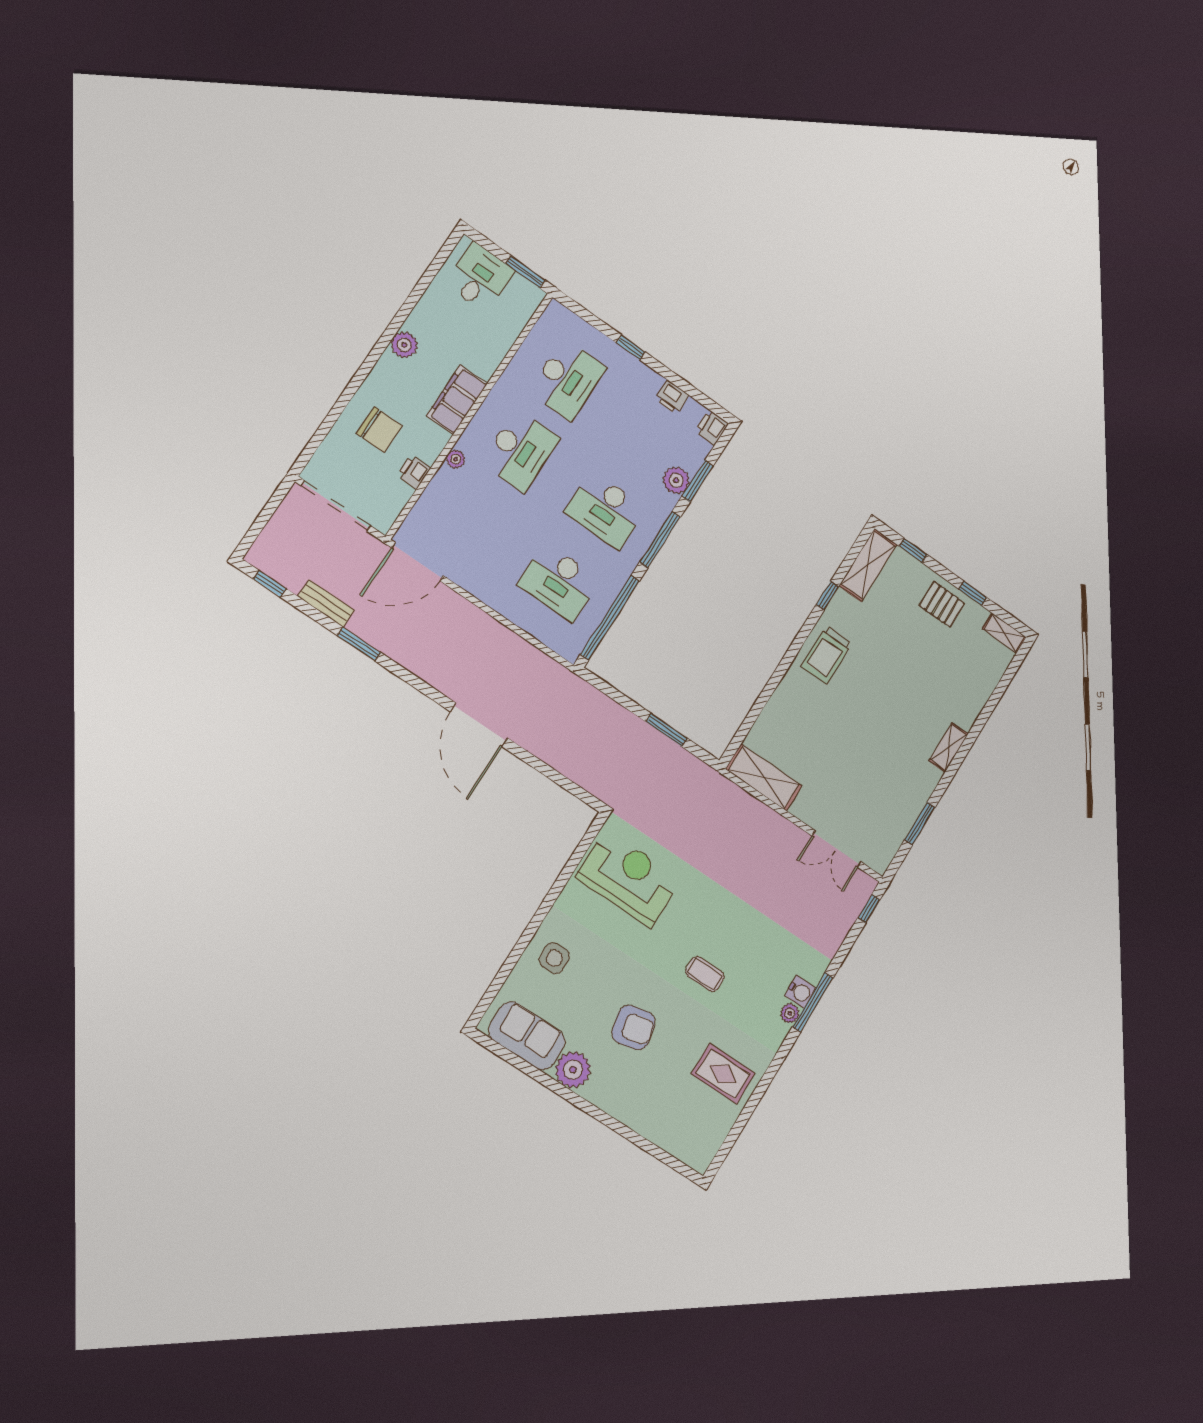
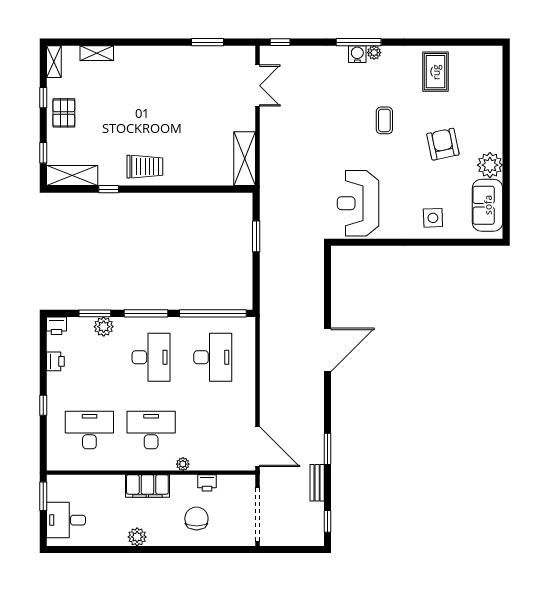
shelving: (949, 747) -> (97, 53), moved

